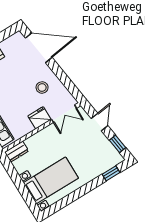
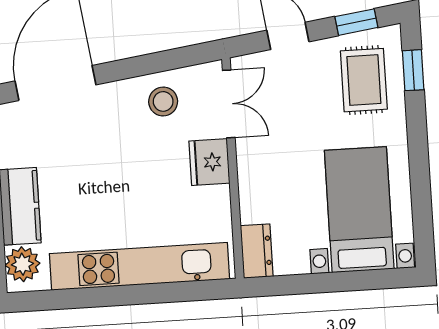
stool: (42, 88) -> (163, 101), moved
rug: (98, 158) -> (364, 80), added

